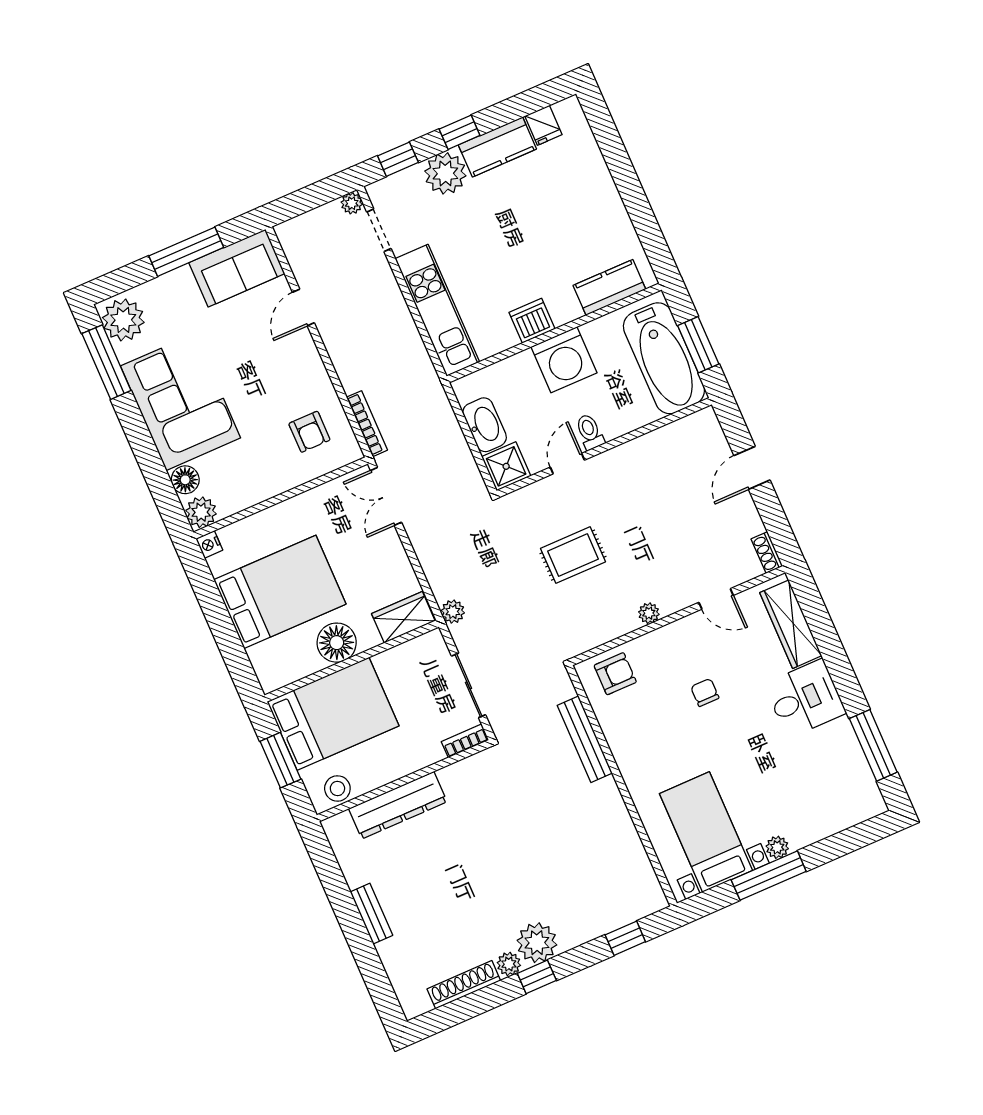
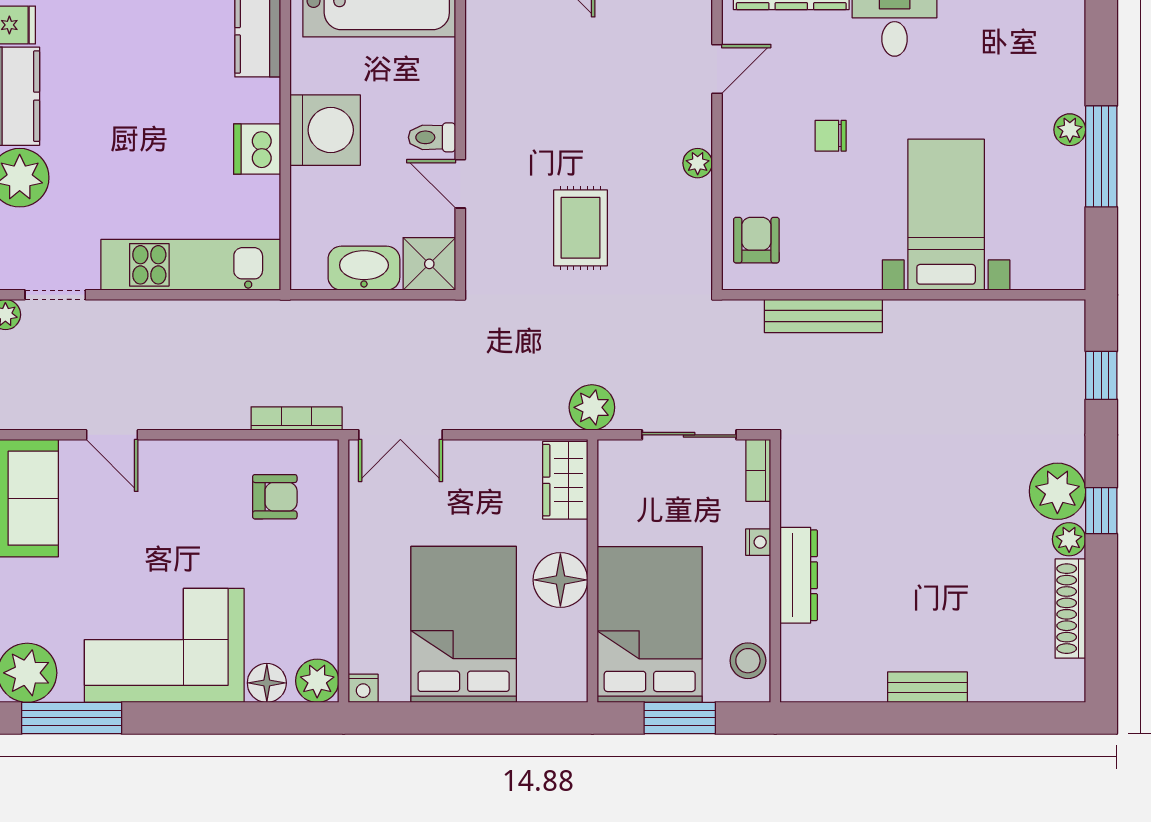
plant: (453, 612) -> (592, 407), width x1.38, depth x1.38
nightstand: (418, 761) -> (758, 542), added
dresser: (398, 805) -> (799, 575), width x0.73, depth x0.80
bed with nightstands: (706, 832) -> (946, 215), moved, turned 90

